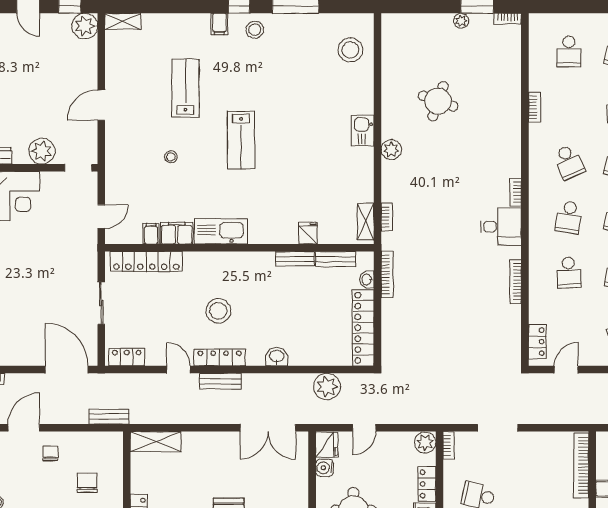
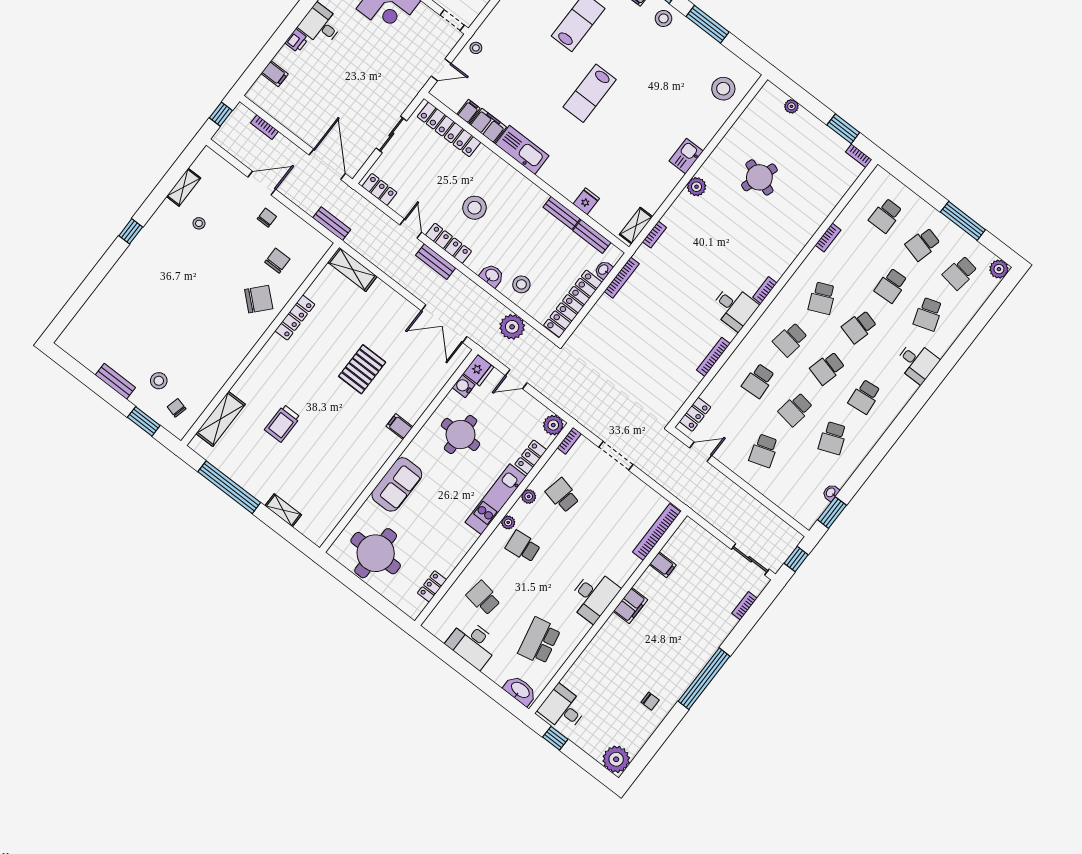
plant: (461, 21) -> (791, 106), moved
stool: (171, 157) -> (476, 48), moved
stool: (307, 345) -> (521, 284), added

